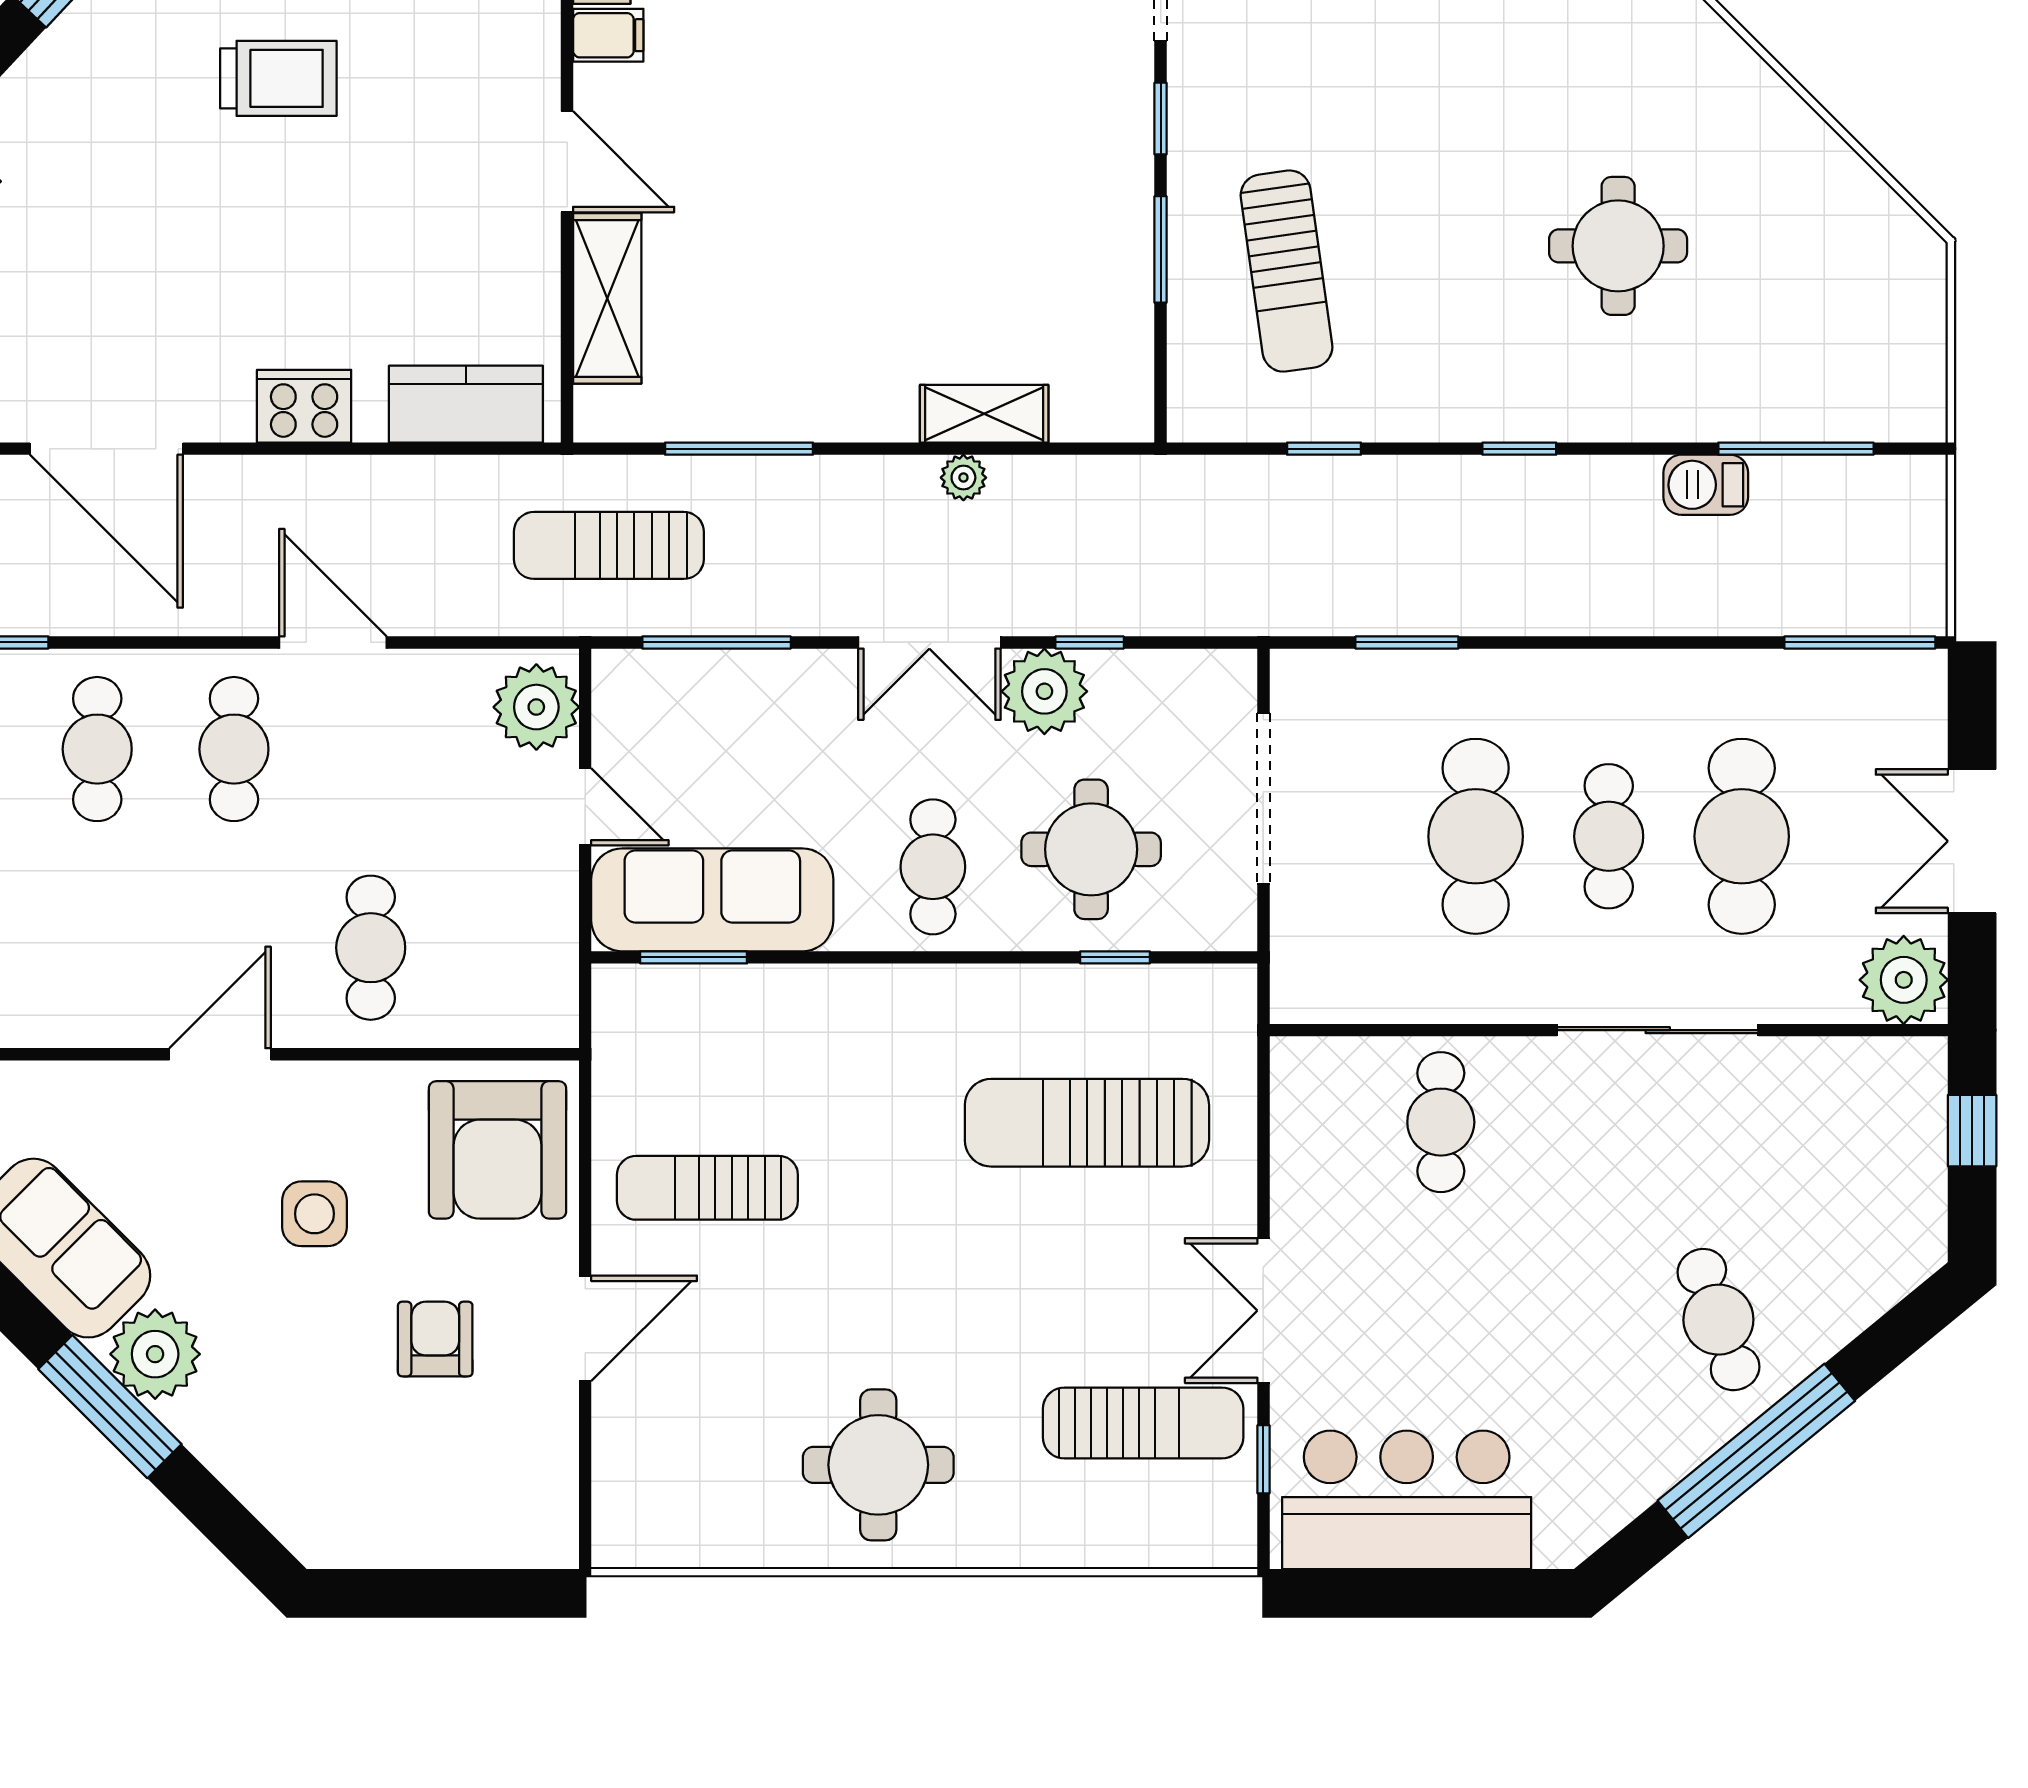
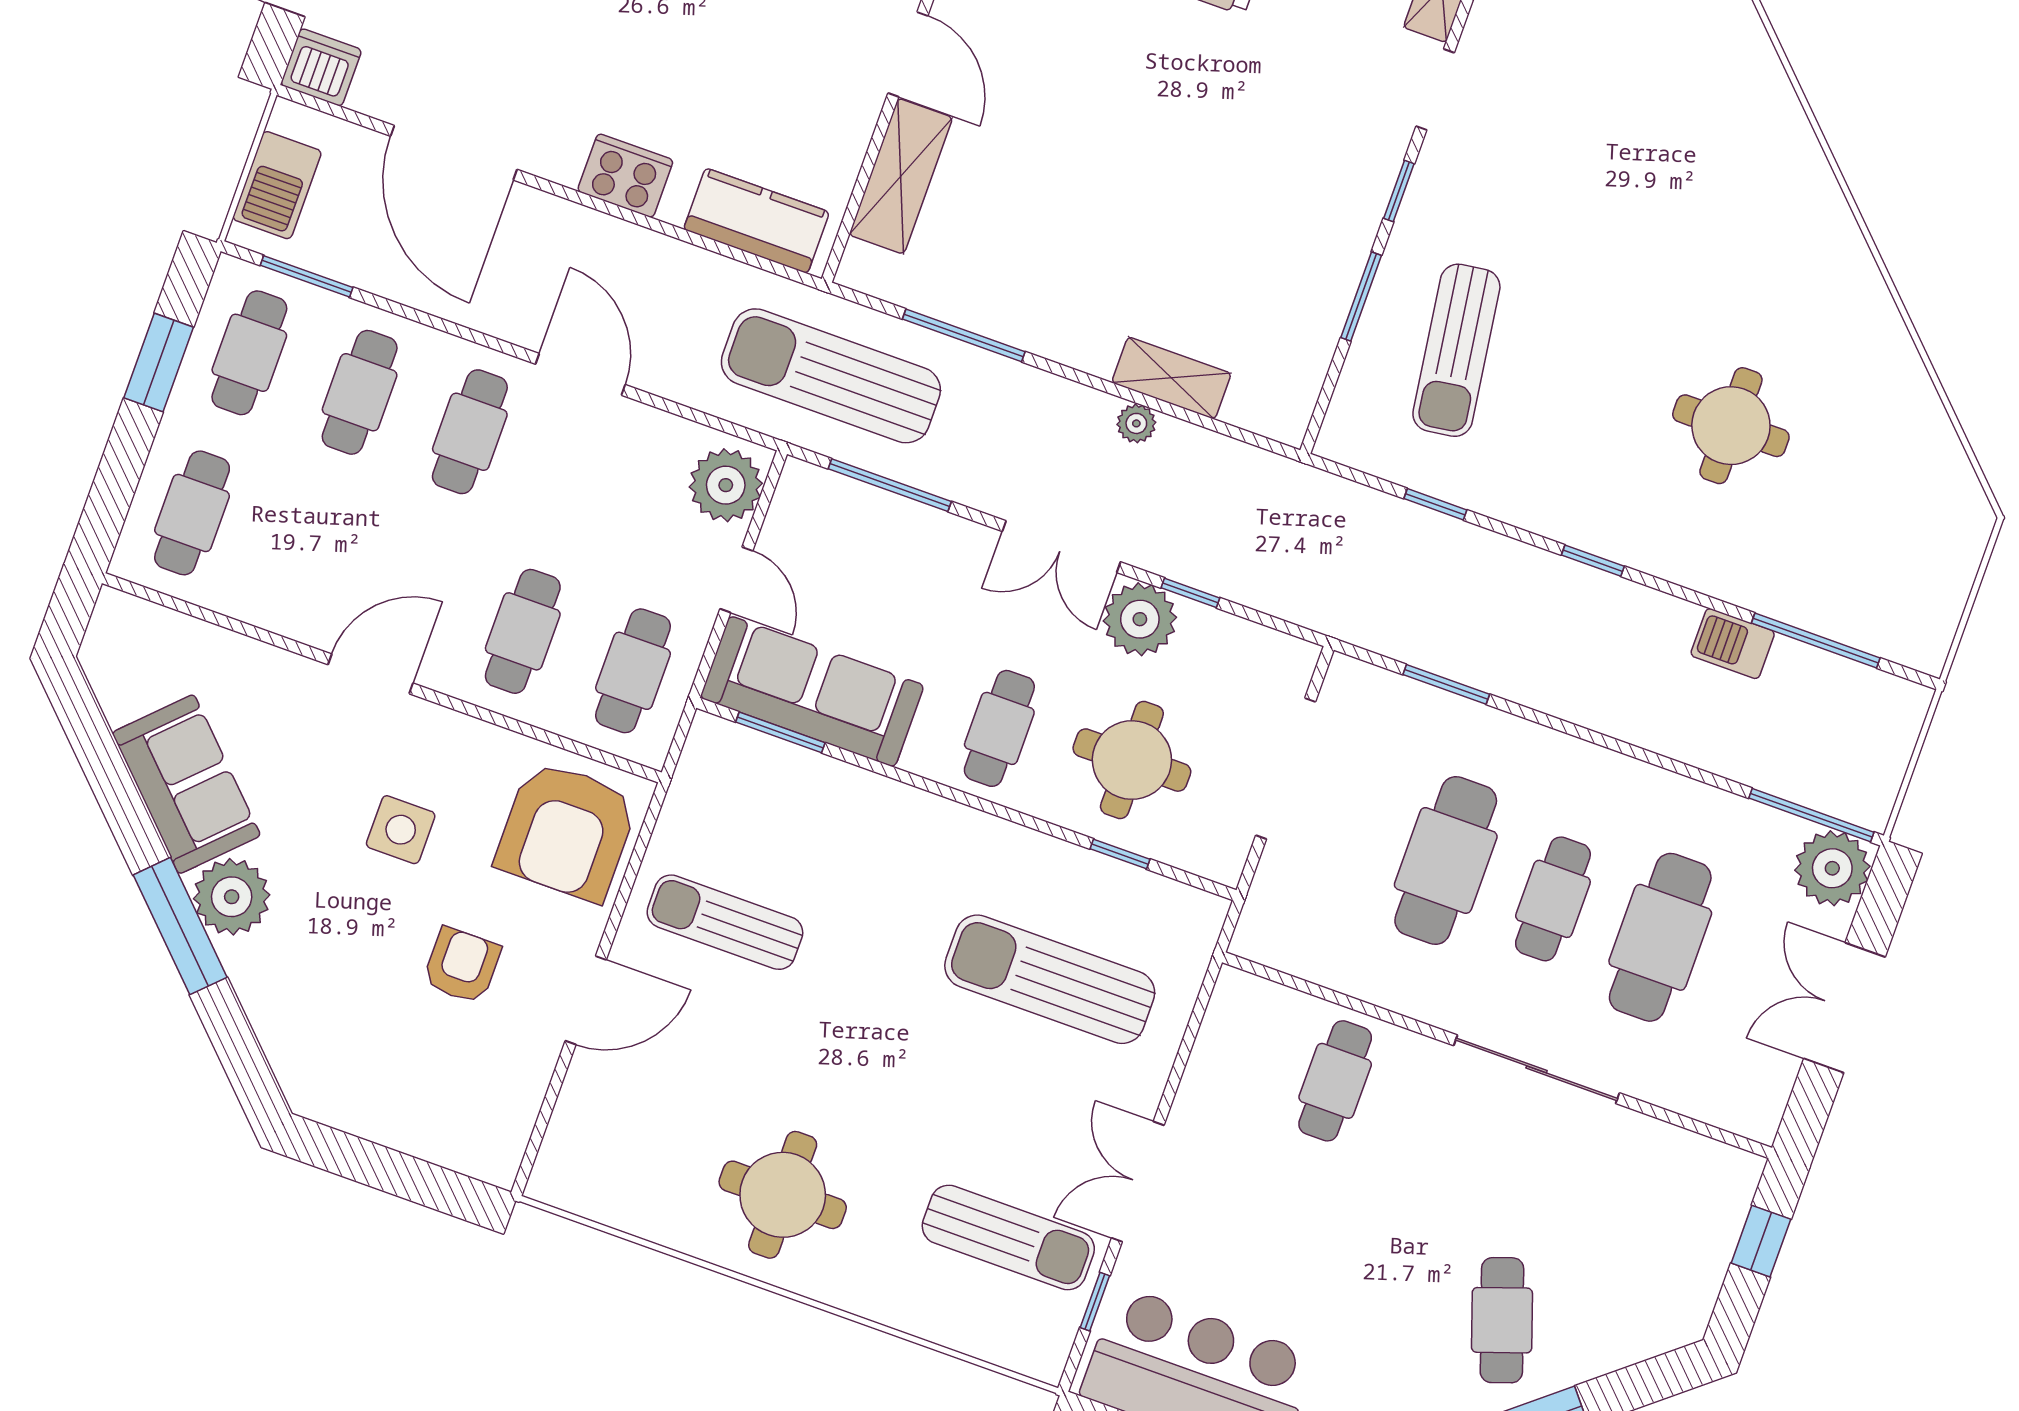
sun lounger: (609, 545) -> (831, 376), width x1.36, depth x1.34
cafe table: (507, 948) -> (633, 671), added
plant: (1904, 980) -> (1832, 868), moved

